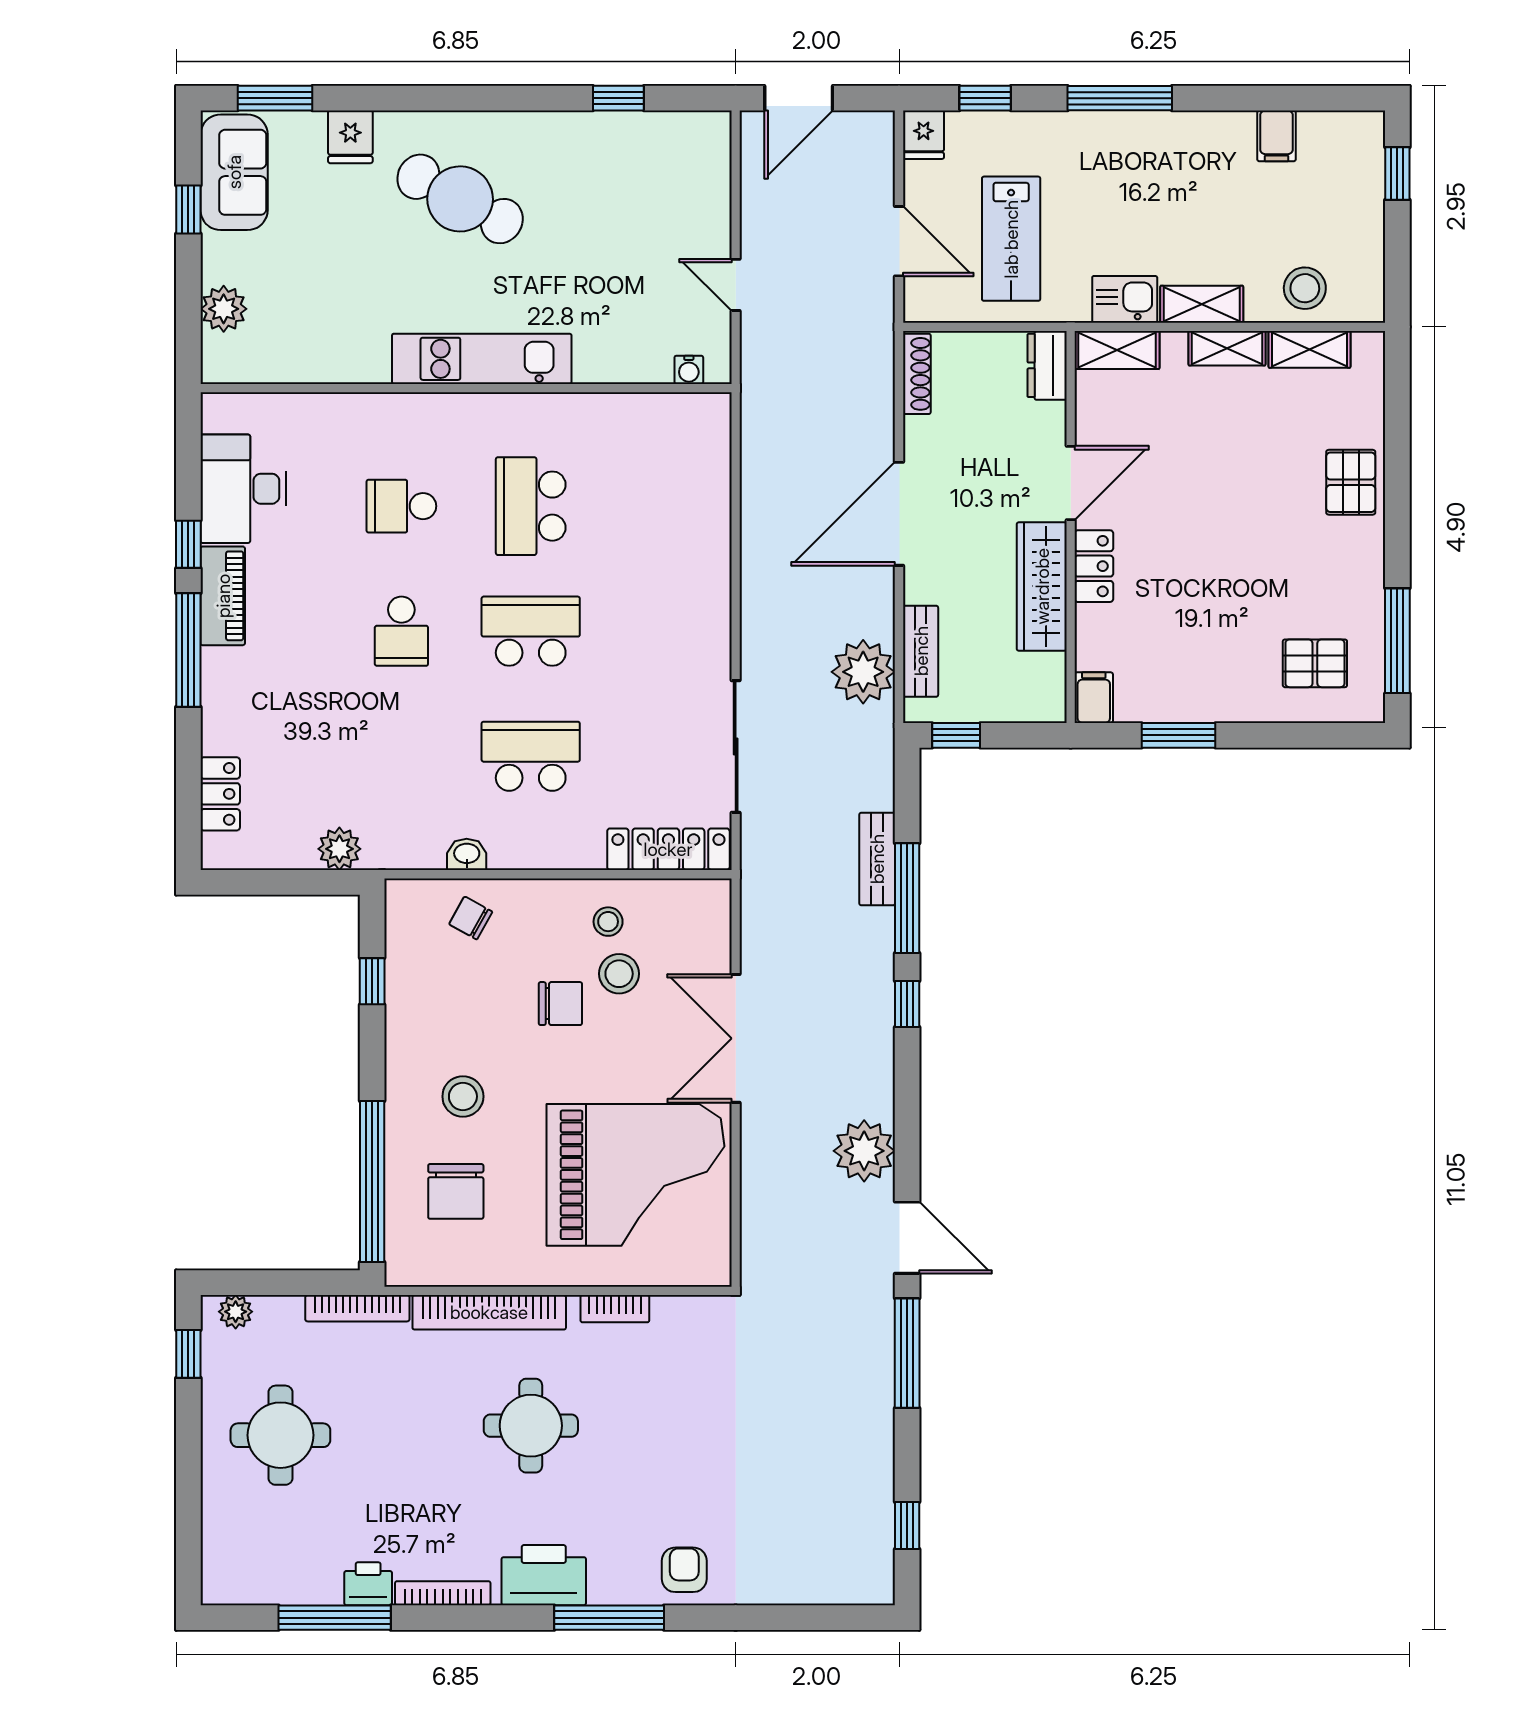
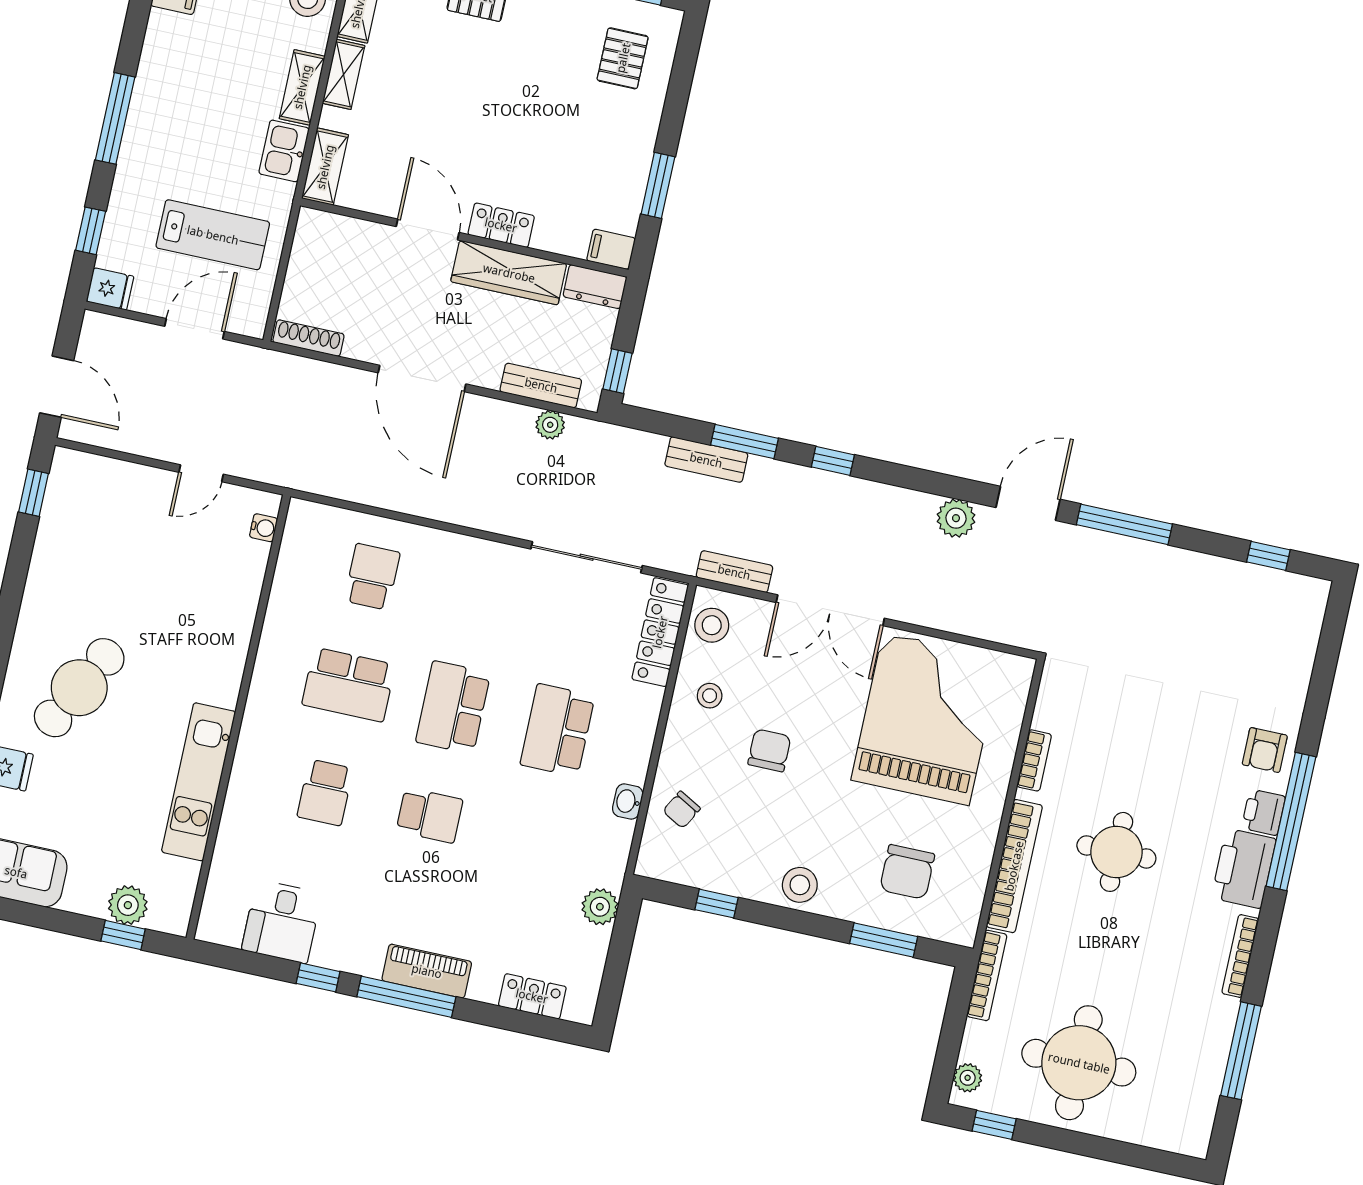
window: (618, 98) -> (34, 493), moved
window: (188, 210) -> (123, 935), moved
kitchen unit: (482, 359) -> (199, 782), moved
dresser: (1047, 365) -> (595, 287), moved
desk: (243, 489) -> (282, 921), width x0.73
school desk: (660, 506) -> (372, 577), added
piano: (223, 596) -> (427, 971), moved
plant: (863, 672) -> (550, 425), width x0.53, depth x0.53
window: (907, 898) -> (745, 442), width x0.69
bench: (756, 919) -> (734, 572), added
stool: (619, 974) -> (712, 625), moved
stool: (463, 1096) -> (800, 885), moved
plant: (864, 1151) -> (956, 518), width x0.73, depth x0.73
window: (372, 1181) -> (884, 940), width x0.47
chair: (456, 1191) -> (907, 872), turned 90
round table: (280, 1435) -> (1079, 1063), width x1.36, depth x1.36
armchair: (684, 1570) -> (1265, 750), turned -90
printer: (368, 1584) -> (1263, 812), moved
window: (609, 1618) -> (1291, 822), width x1.46

